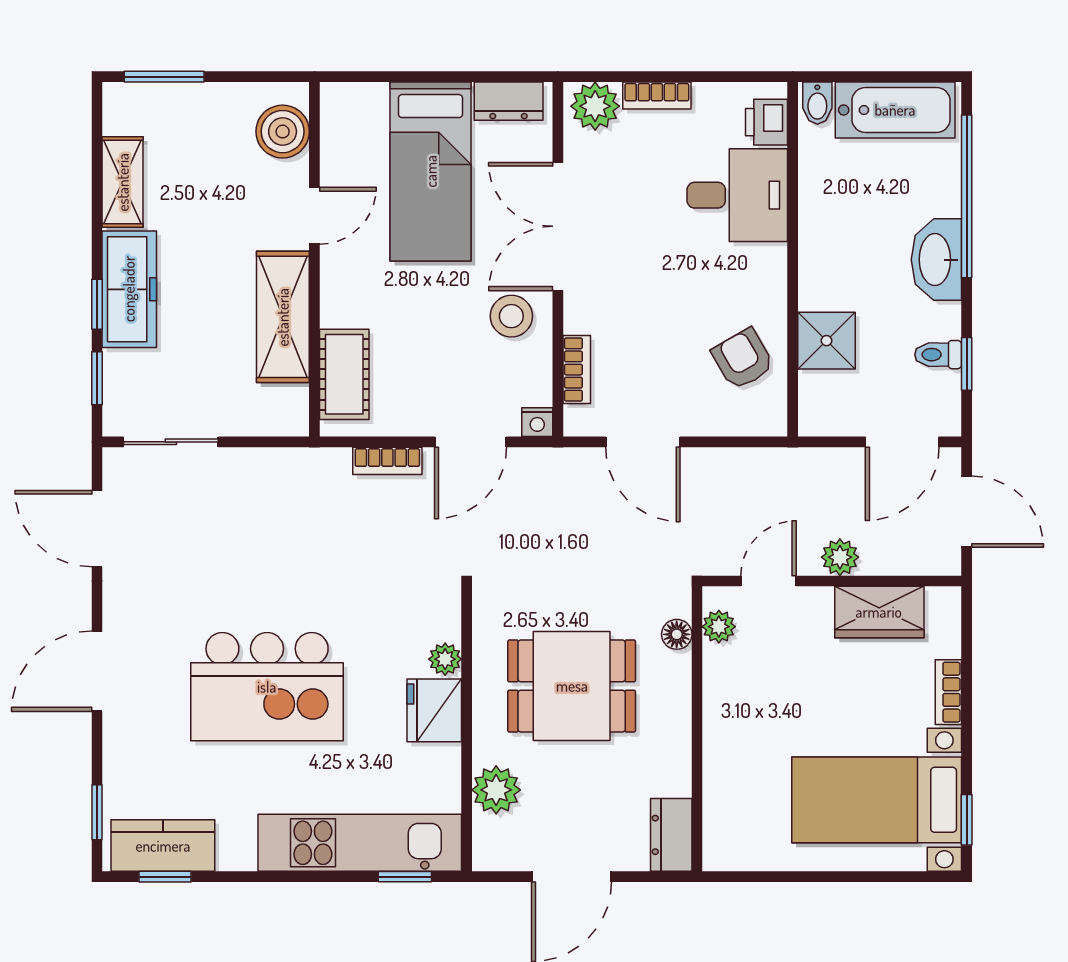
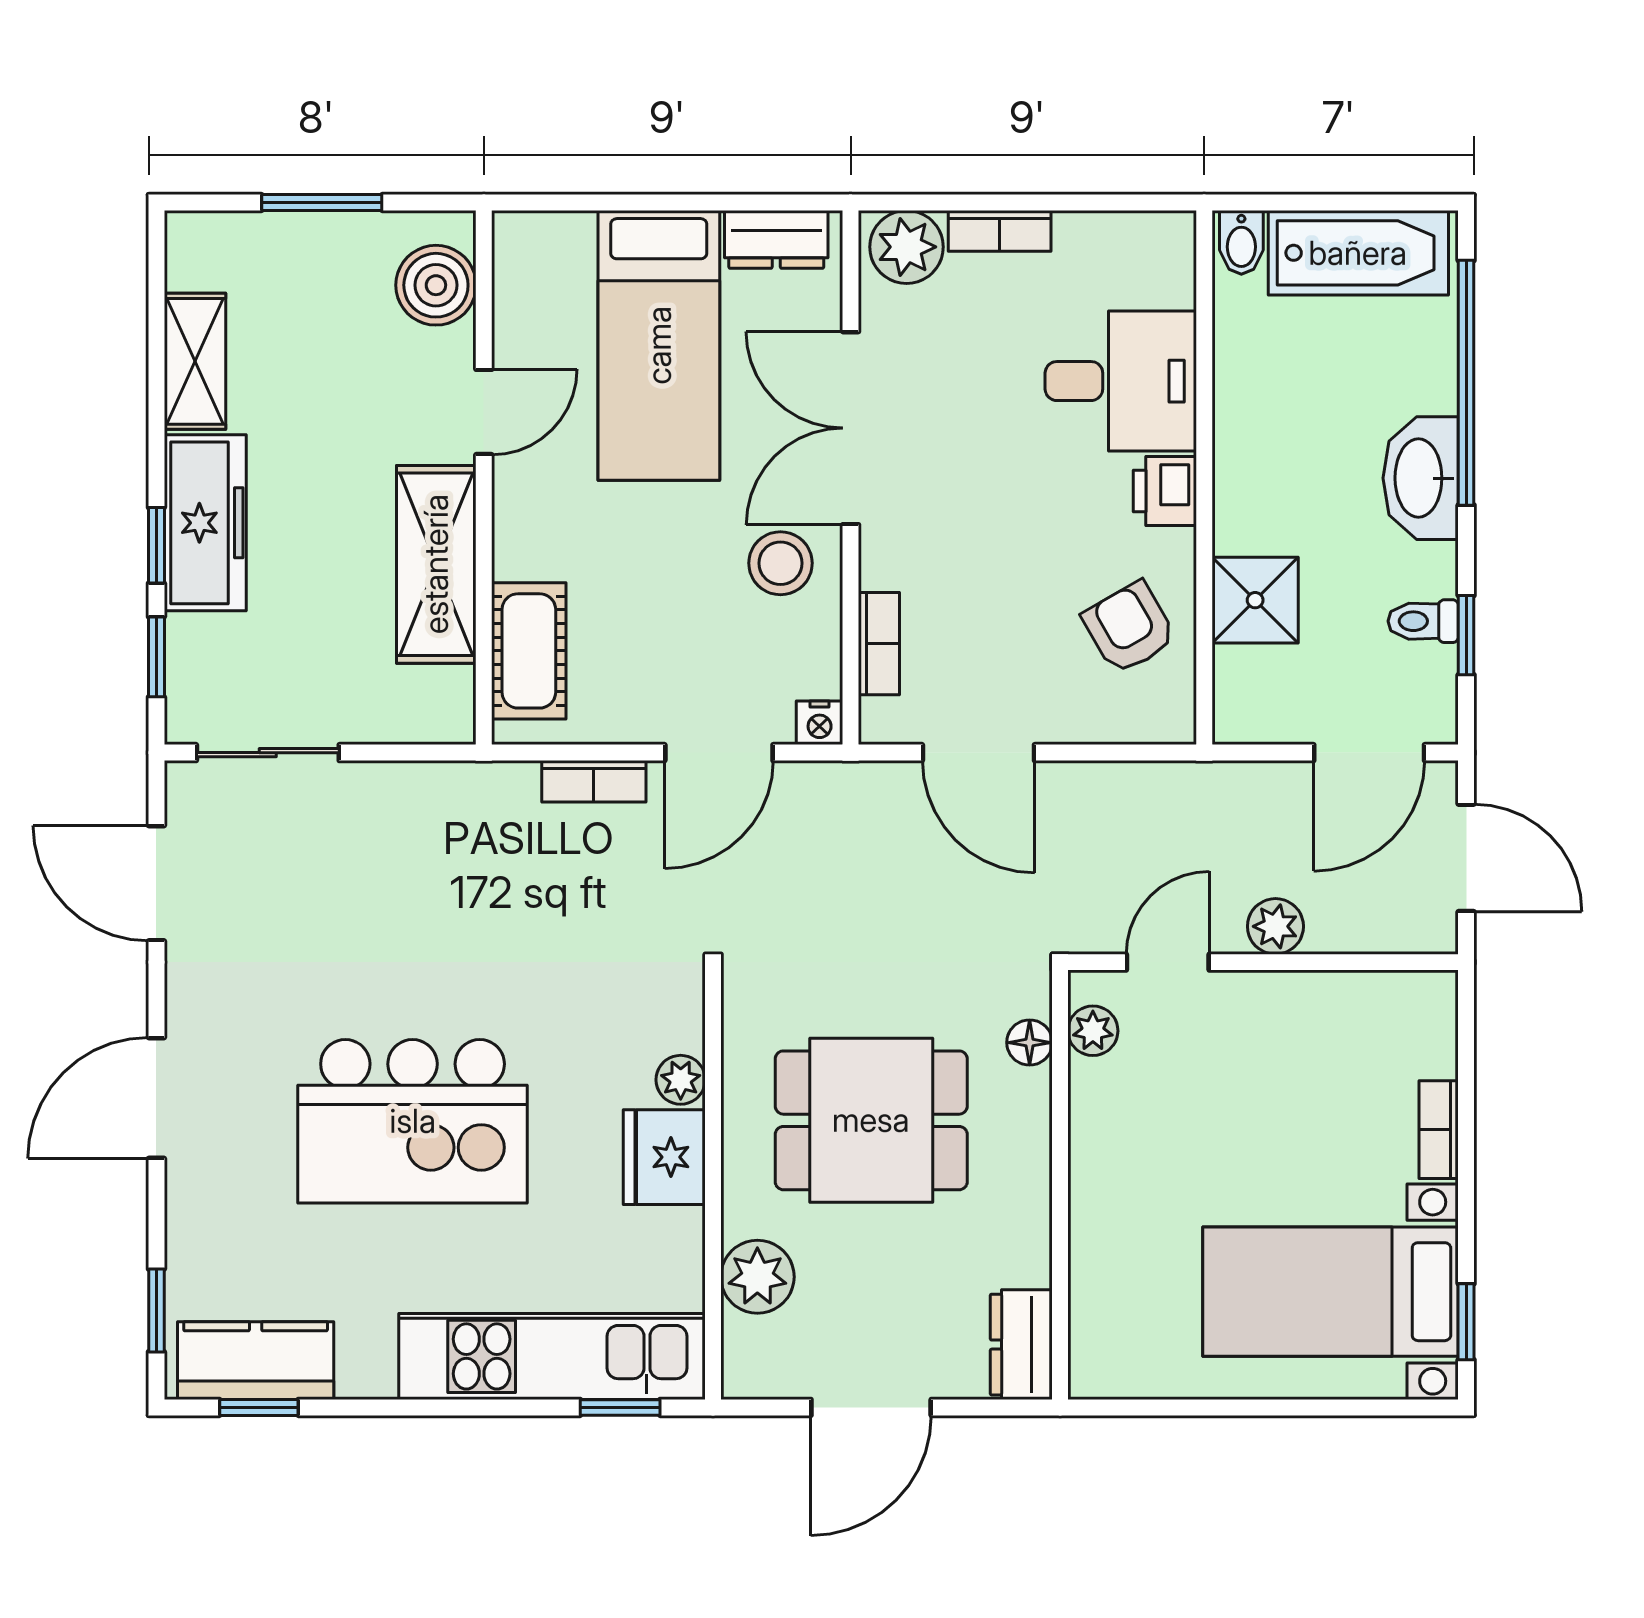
window: (164, 77) -> (322, 203), moved
printer: (767, 122) -> (1165, 491), moved
wardrobe: (879, 612) -> (1335, 1009), removed

